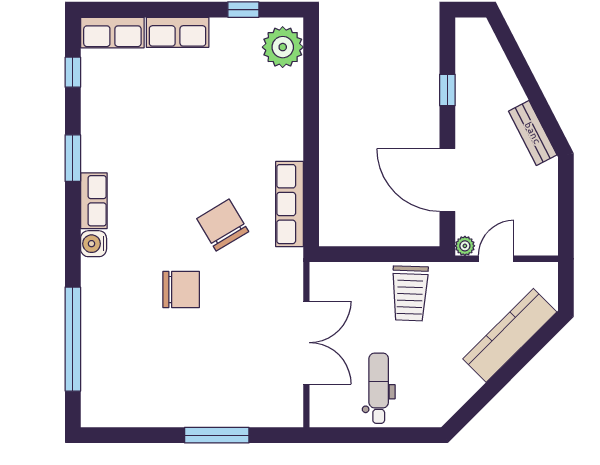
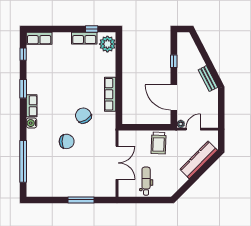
row of seats: (178, 32) -> (84, 38), moved
row of seats: (289, 204) -> (110, 94), moved

